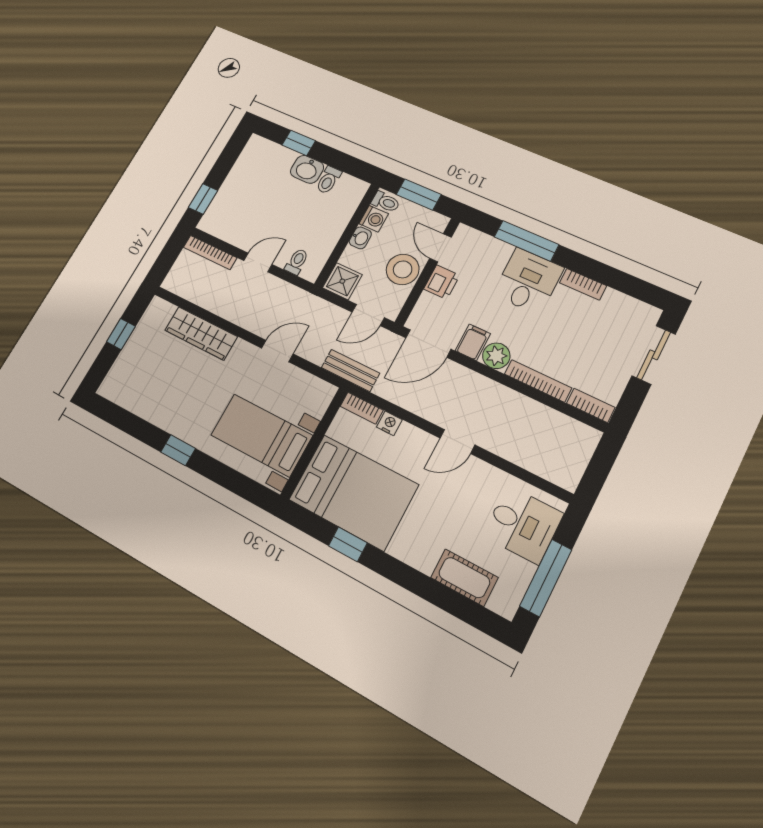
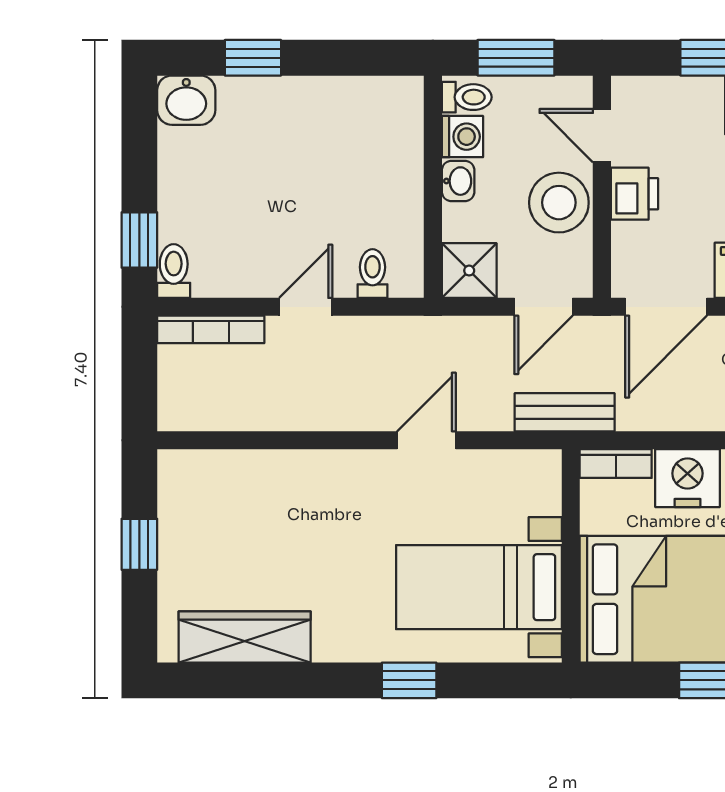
washbasin: (307, 169) -> (186, 100), moved
toilet: (328, 180) -> (174, 271), moved, turned 180
wardrobe: (201, 333) -> (245, 637), moved, turned 180
nightstand: (389, 423) -> (687, 478), width x1.89, depth x1.79
window: (178, 450) -> (409, 680), moved

